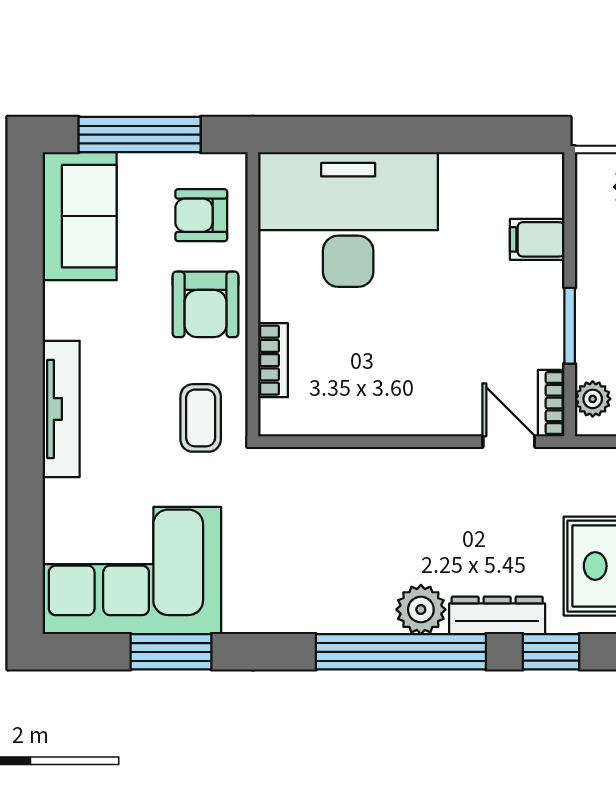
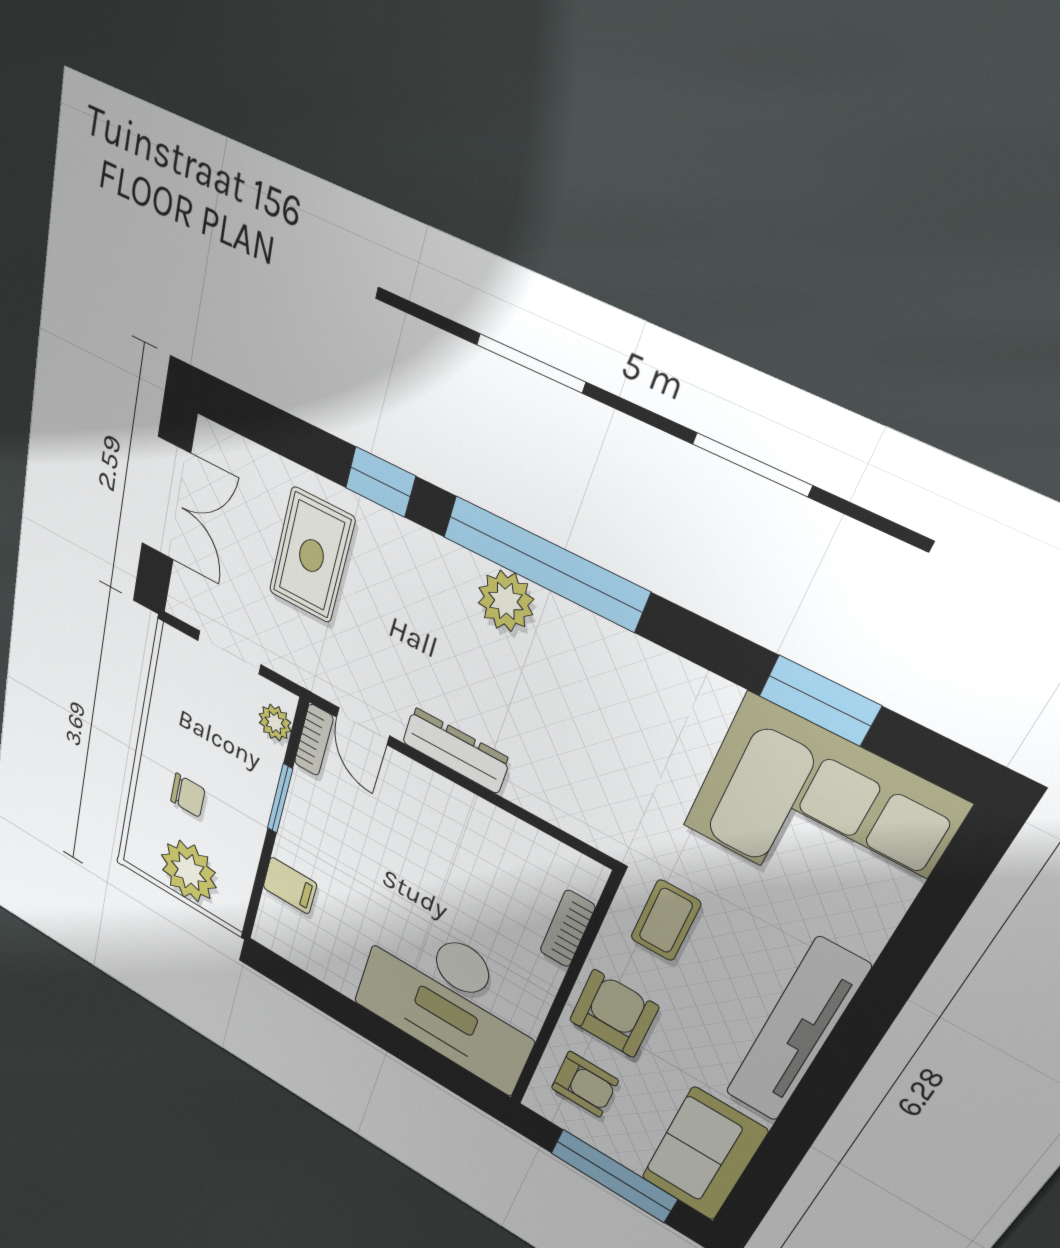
tv unit: (61, 409) -> (796, 1032), width x1.36, depth x1.29
dresser: (497, 615) -> (456, 750), moved, turned 180

